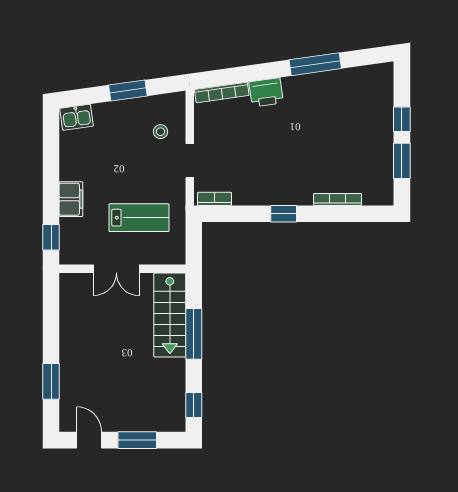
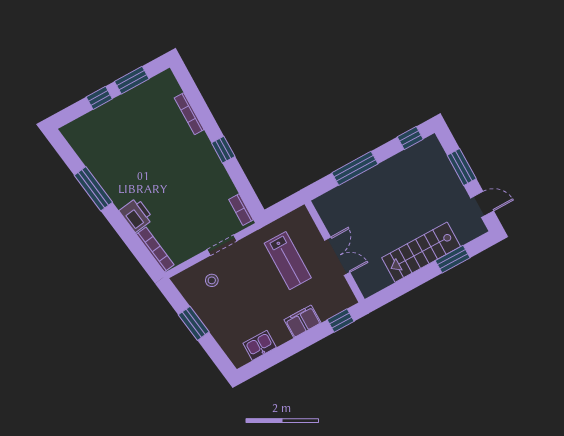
kitchen sink: (77, 117) -> (260, 345), moved, turned -82
lab bench: (139, 218) -> (288, 261), turned 180
stairs: (170, 315) -> (421, 252), moved, turned 180
door: (89, 440) -> (482, 204), swing flipped

